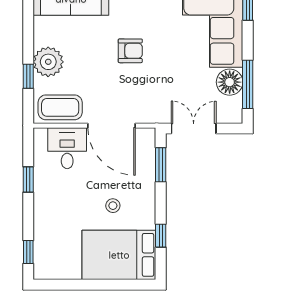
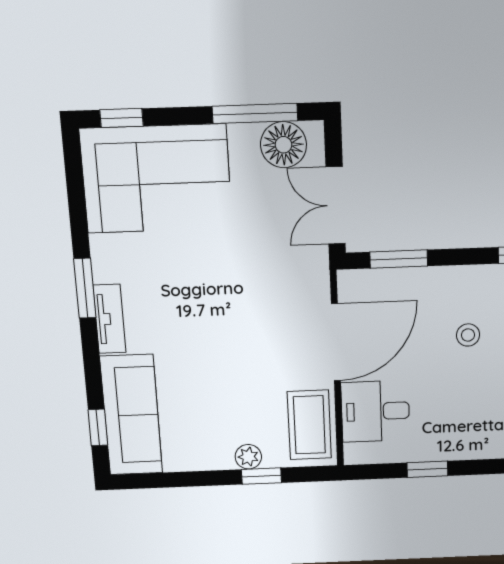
armchair: (130, 51) -> (210, 317), removed
plant: (48, 62) -> (248, 457), width x0.53, depth x0.53
floor lamp: (230, 82) -> (283, 145), moved

